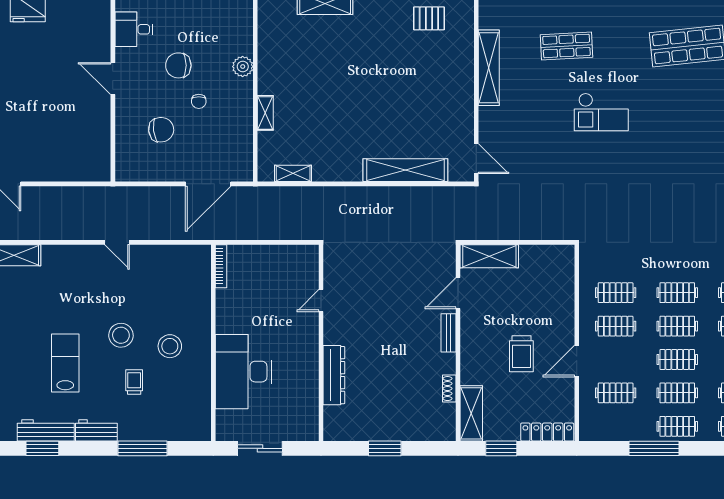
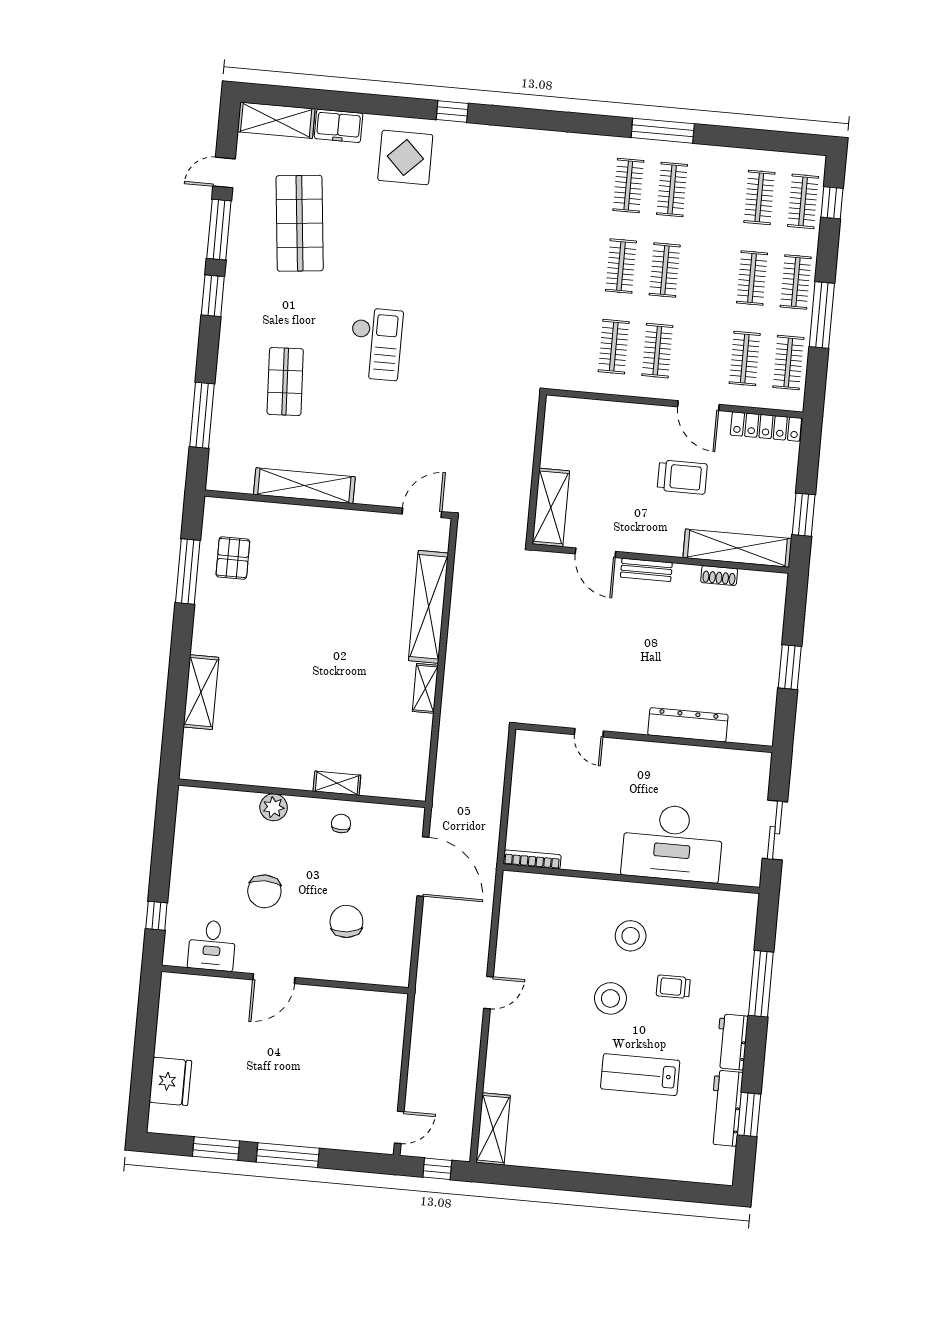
chair: (199, 101) -> (341, 824), moved, turned -90
shelving: (293, 173) -> (425, 688), moved
clothes rail: (677, 360) -> (788, 363), moved
shelving: (471, 413) -> (737, 548), width x1.47
locker: (547, 432) -> (766, 427), moved, turned -90

